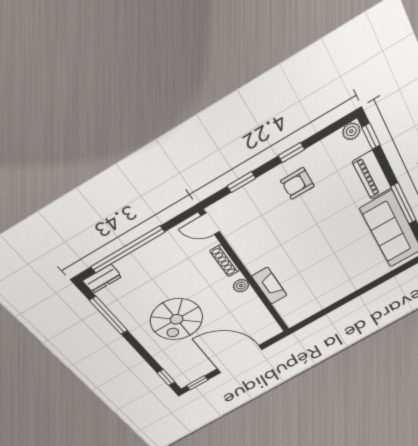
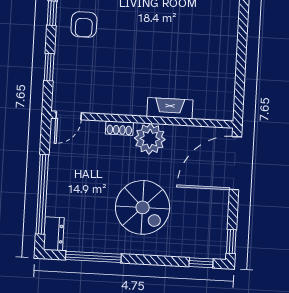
shoe rack: (225, 261) -> (119, 128), width x0.70
plant: (241, 286) -> (150, 139), width x1.87, depth x1.87
door: (240, 359) -> (235, 163), moved

